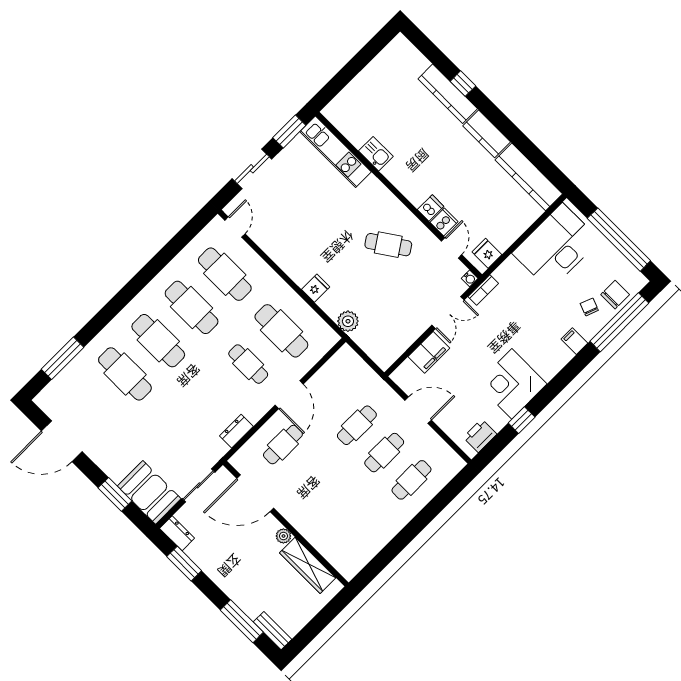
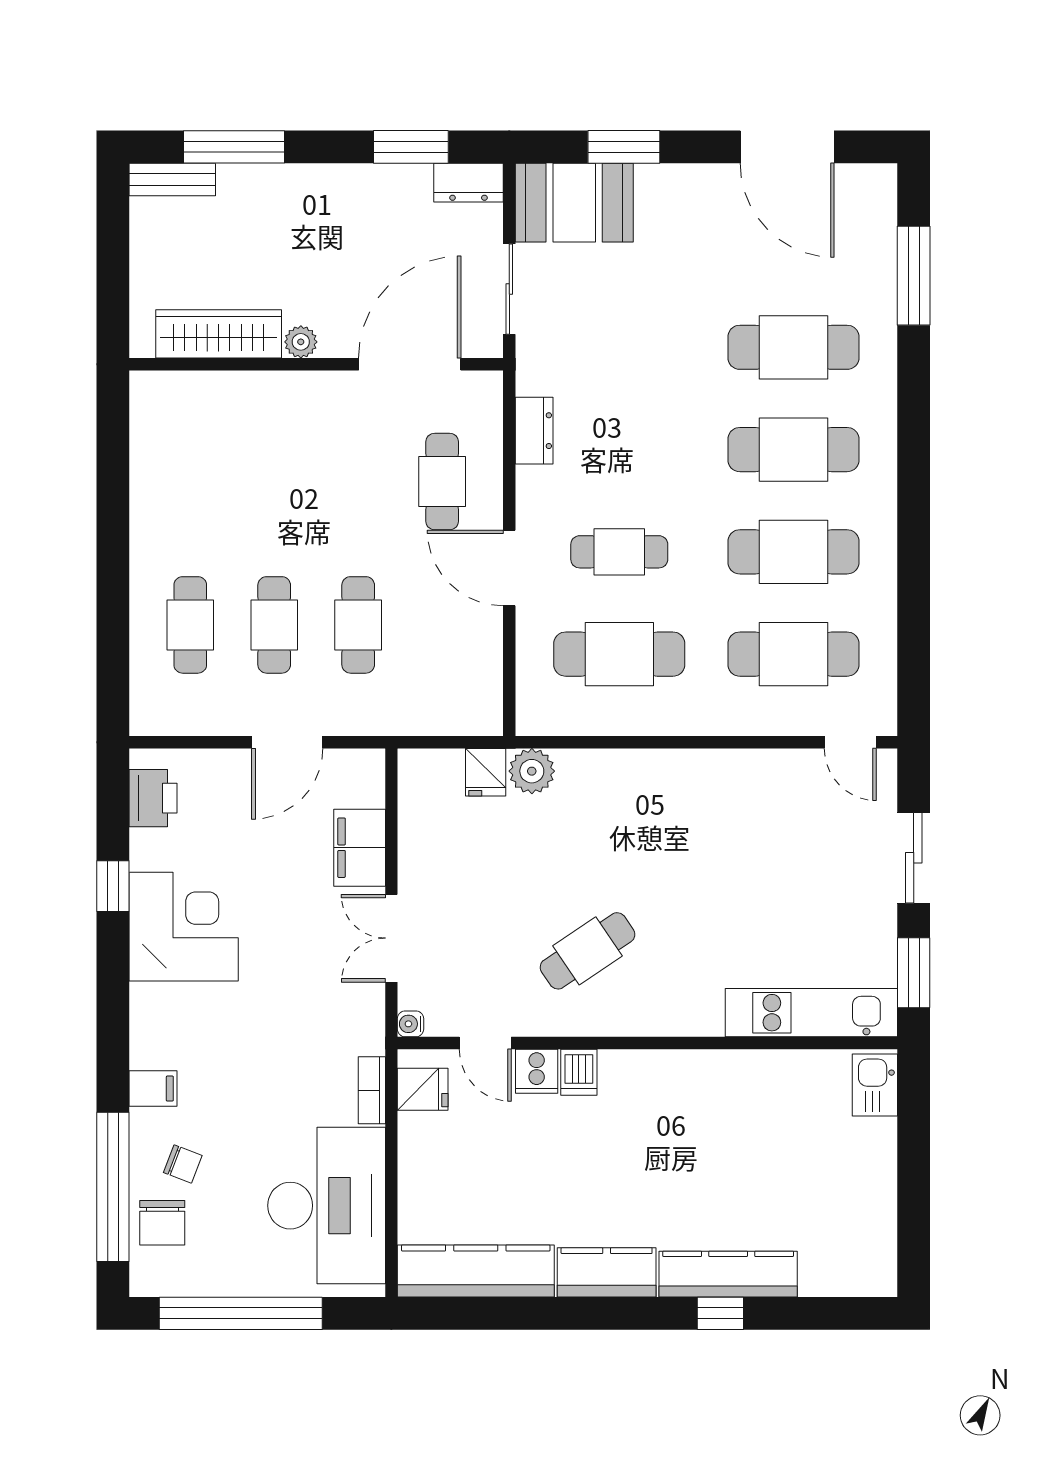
kitchen sink: (376, 154) -> (875, 1085), moved, turned 90
fridge: (316, 288) -> (486, 772), moved
bookcase: (483, 290) -> (372, 1090), moved
door: (62, 441) -> (787, 147), swing flipped

